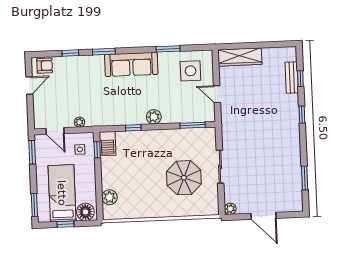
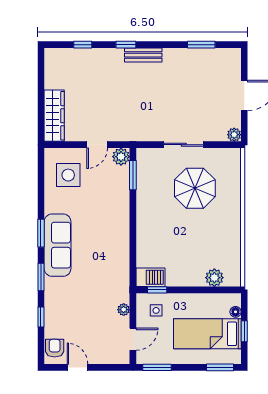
window: (168, 49) -> (41, 233), moved
bench: (292, 78) -> (143, 55), moved
plant: (154, 117) -> (121, 157), moved
window: (133, 128) -> (133, 246), removed
floor lamp: (85, 212) -> (236, 312), width x0.53, depth x0.53

